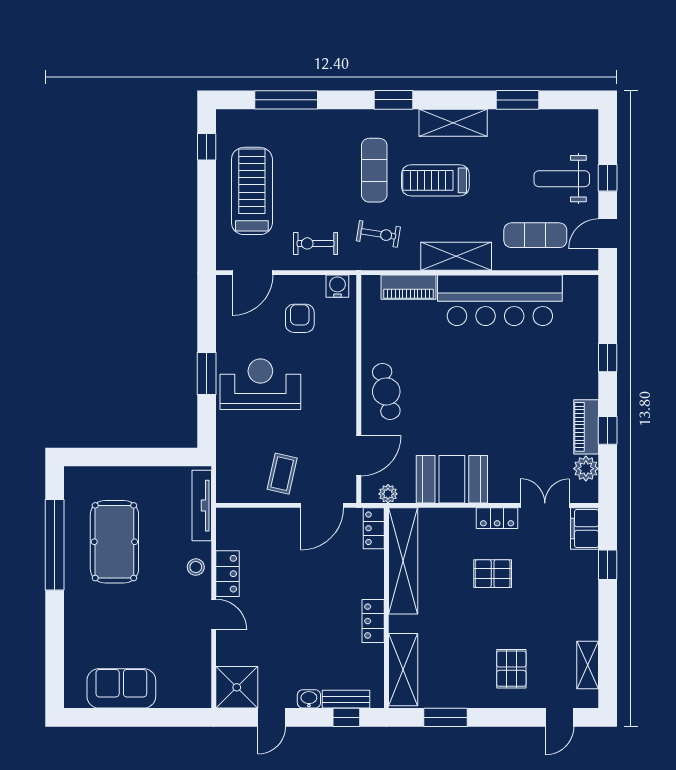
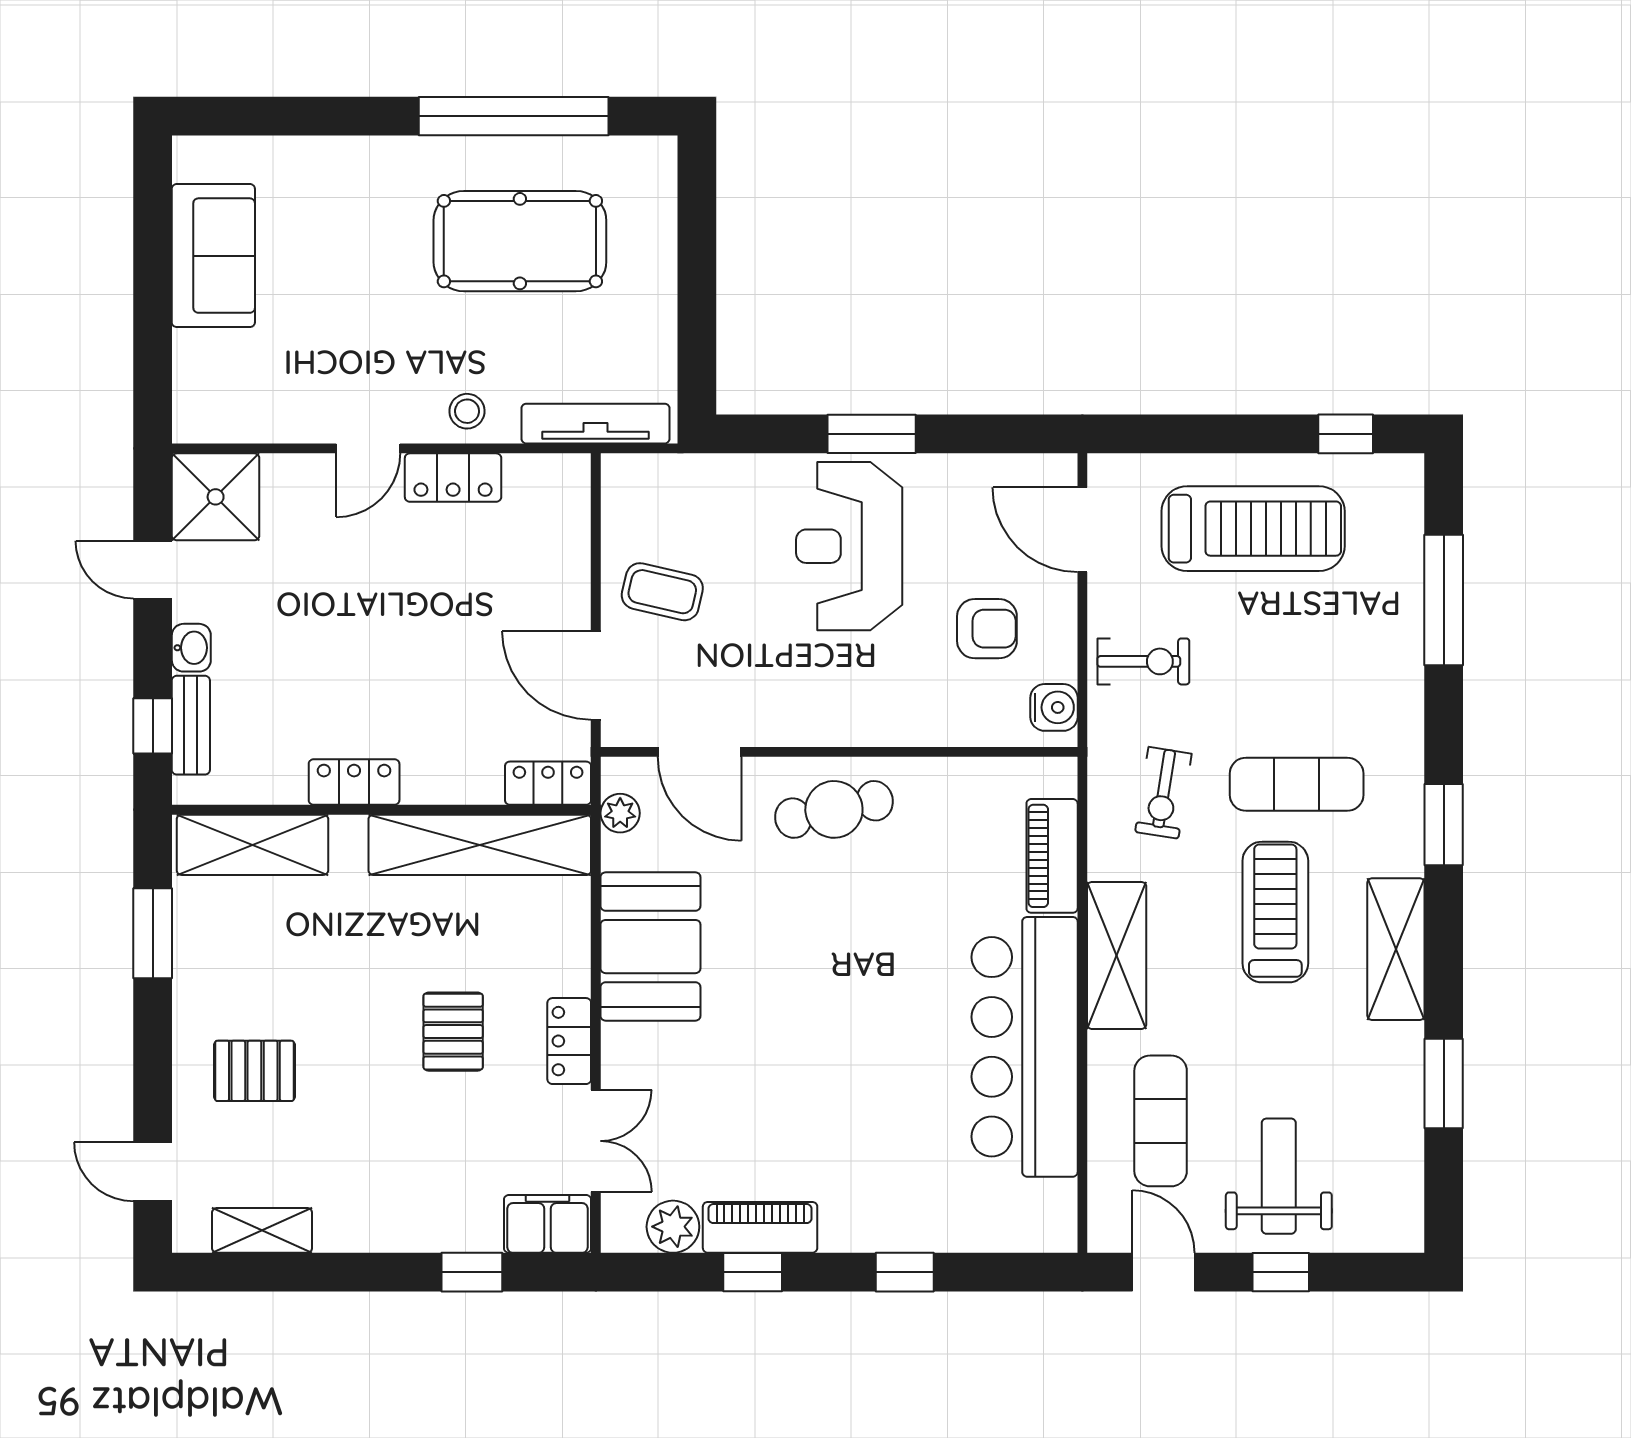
exercise bike: (315, 243) -> (1143, 661), turned 90
reception desk: (260, 384) -> (849, 546), turned 180

